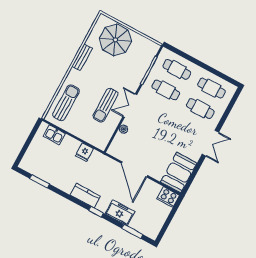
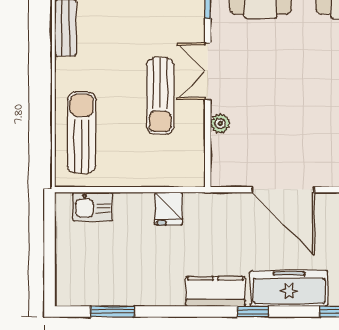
freezer: (120, 213) -> (289, 288), width x1.40

